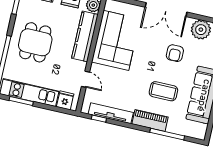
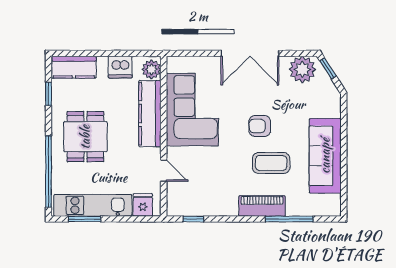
armchair: (175, 53) -> (260, 126), moved, turned 90
tv unit: (111, 113) -> (208, 208), removed

